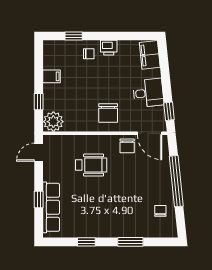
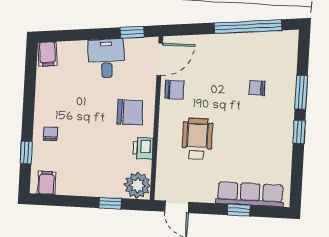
printer: (109, 48) -> (143, 148), moved, turned 180
filing cabinet: (150, 55) -> (48, 54), width x0.50
filing cabinet: (51, 76) -> (47, 183), moved
window: (176, 181) -> (248, 27), moved
chair: (160, 211) -> (257, 88), moved
window: (86, 242) -> (299, 132), moved

